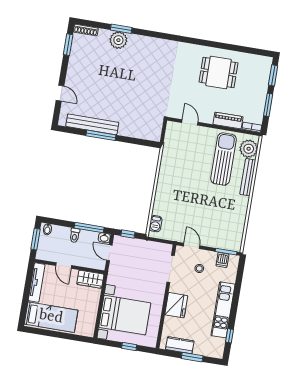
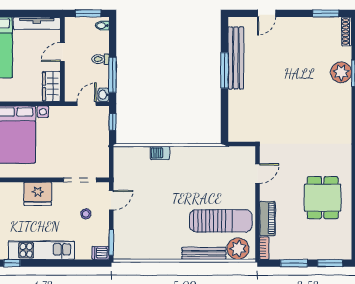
barbecue: (156, 224) -> (160, 153), moved
dishwasher: (222, 260) -> (101, 253), moved

